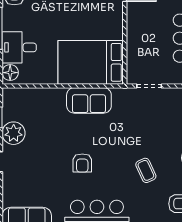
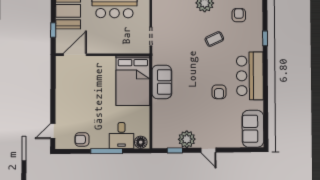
armchair: (82, 163) -> (219, 92), moved, turned 90

